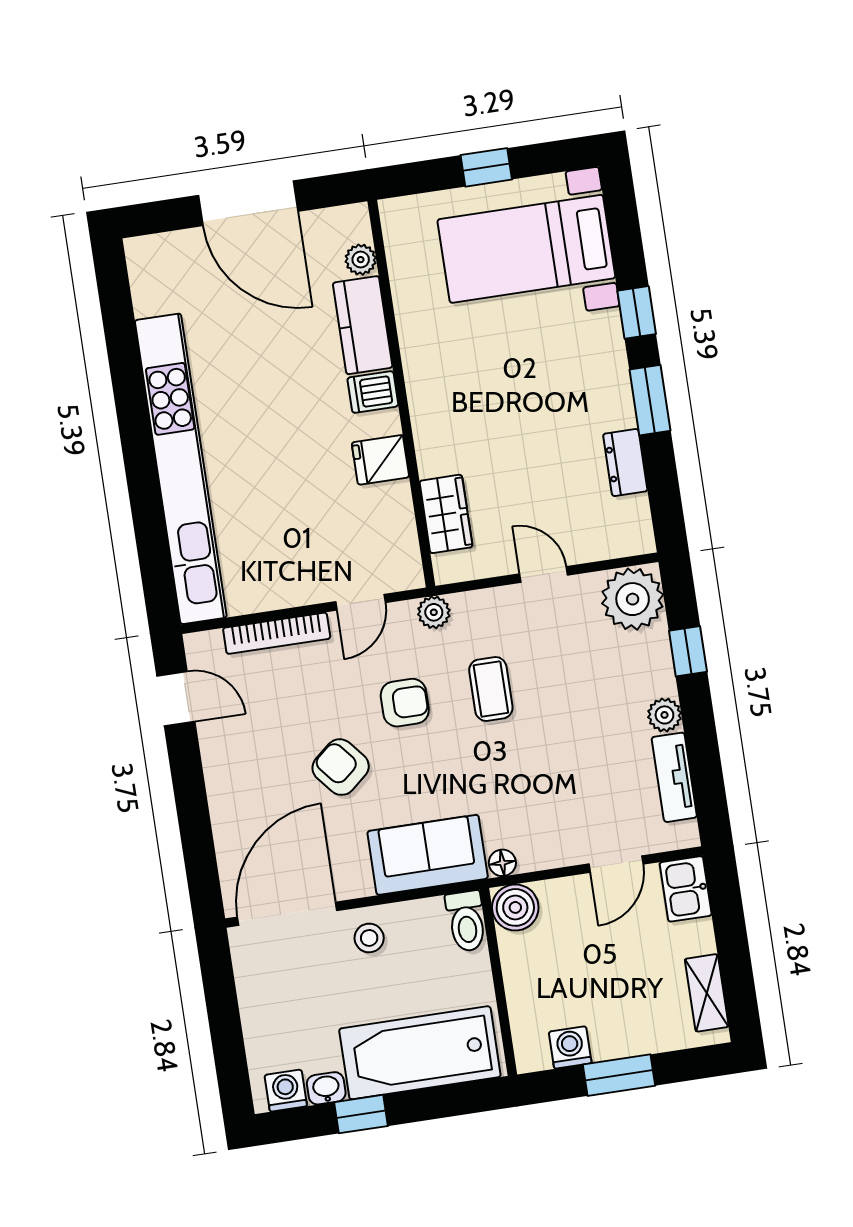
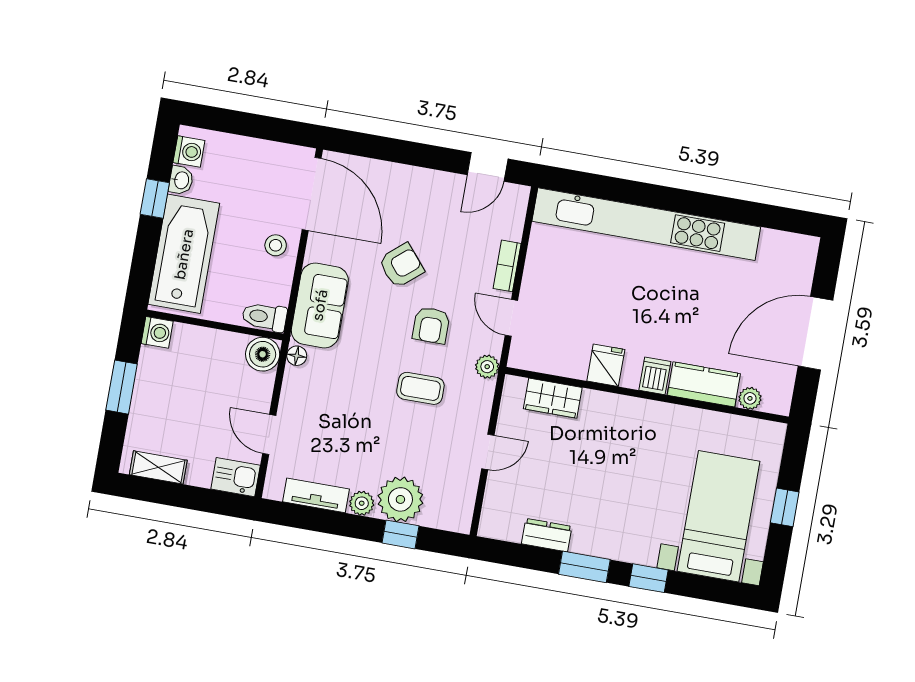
plant: (633, 599) -> (400, 499), moved
bookcase: (277, 633) -> (507, 266), width x0.64
washing machine: (570, 1047) -> (157, 332), moved

